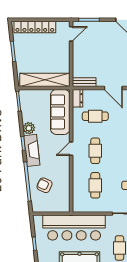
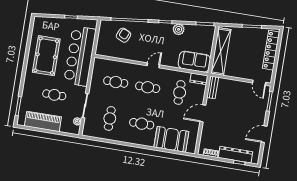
sofa: (60, 112) -> (194, 62), width x0.73
door: (71, 149) -> (153, 65), hinge flipped
fireplace: (32, 150) -> (158, 29), removed

